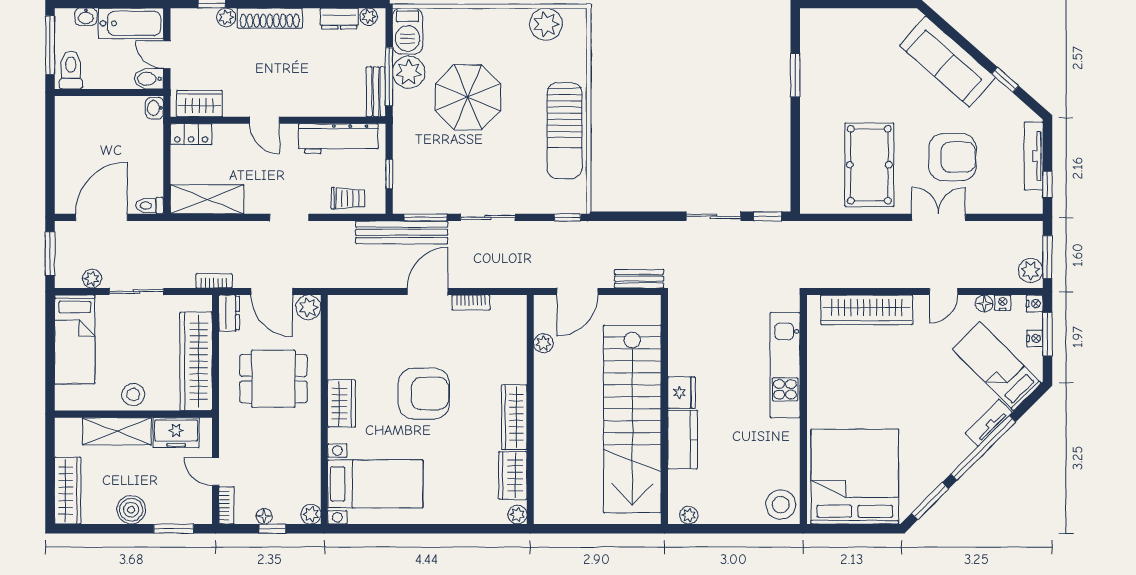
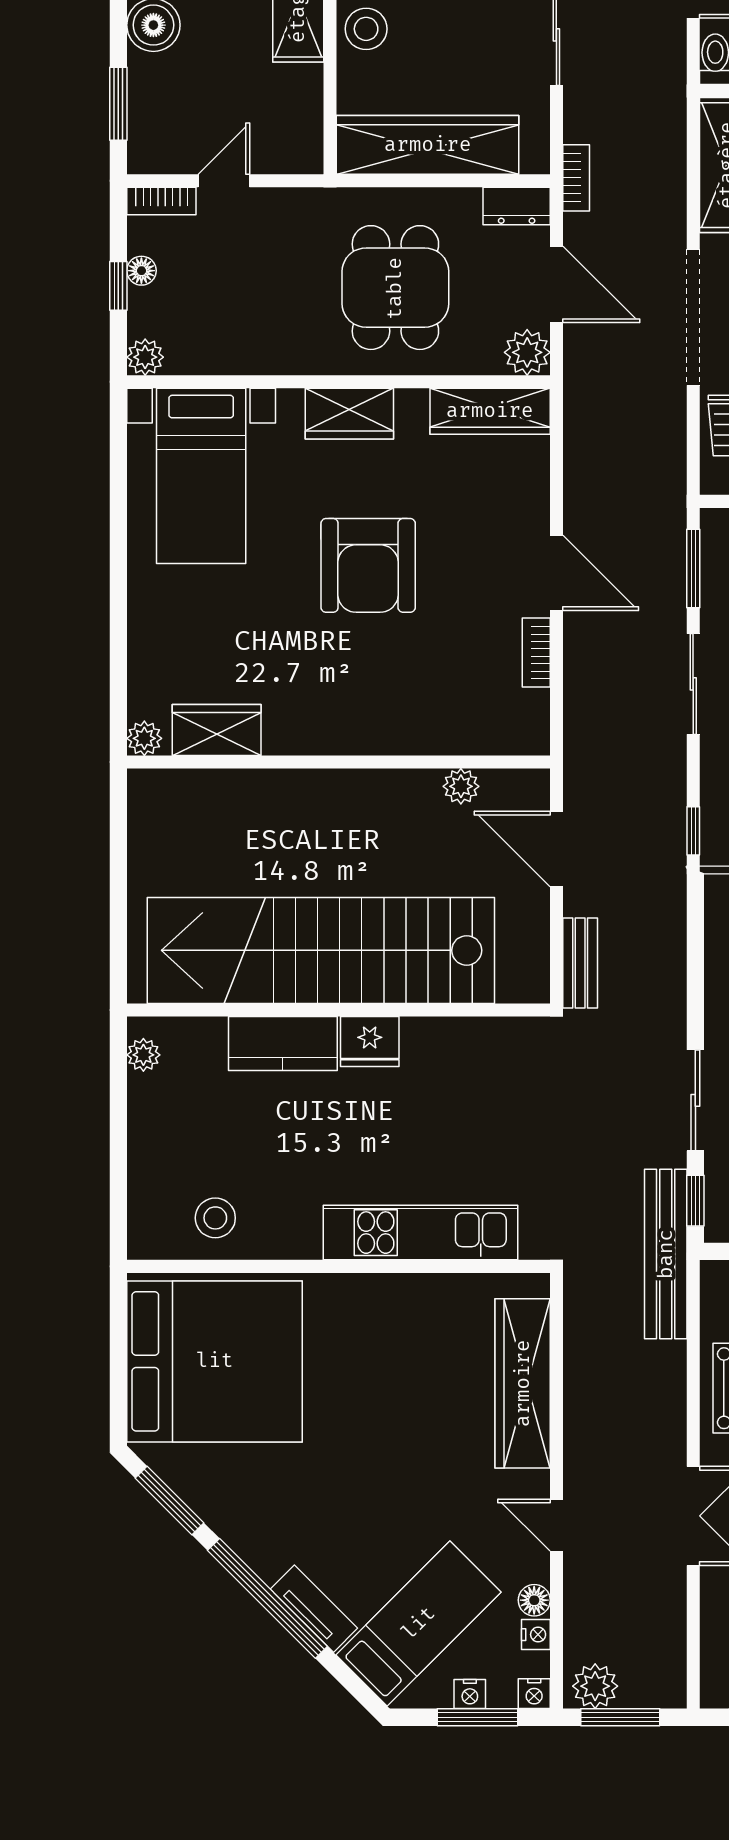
doorway: (289, 217) -> (693, 317), width x1.87
bench: (402, 232) -> (666, 1254), moved
door: (272, 291) -> (556, 284), swing flipped
wardrobe: (514, 417) -> (490, 411), moved, turned 180
freezer: (176, 433) -> (296, 108), removed
stool: (781, 505) -> (215, 1218), moved, width x0.73, depth x0.73

